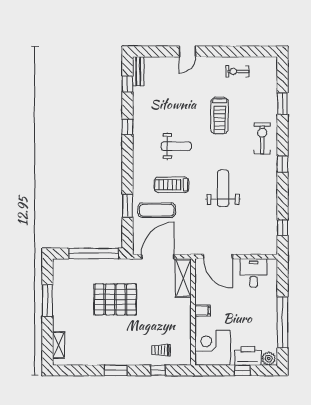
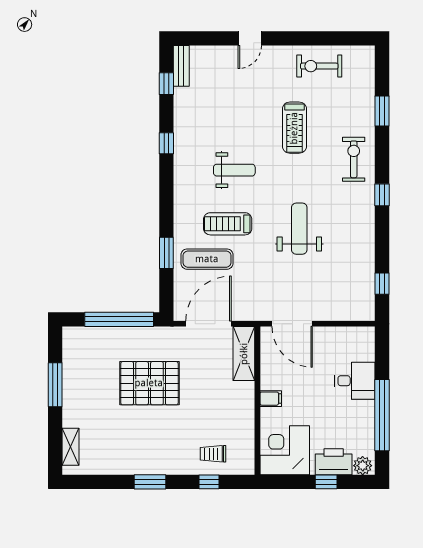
exercise bike: (237, 71) -> (319, 66), width x1.38, depth x1.39
desk: (254, 273) -> (355, 381), moved, turned 90

